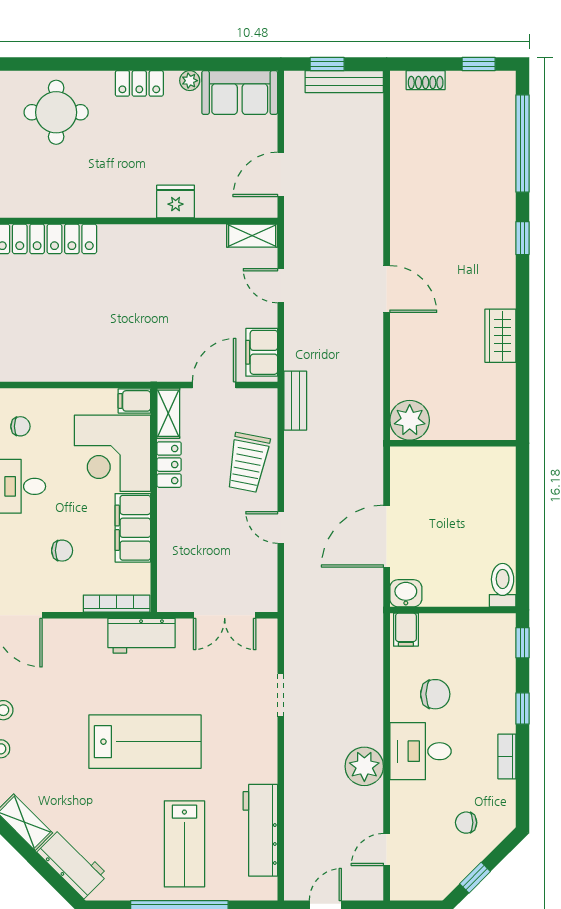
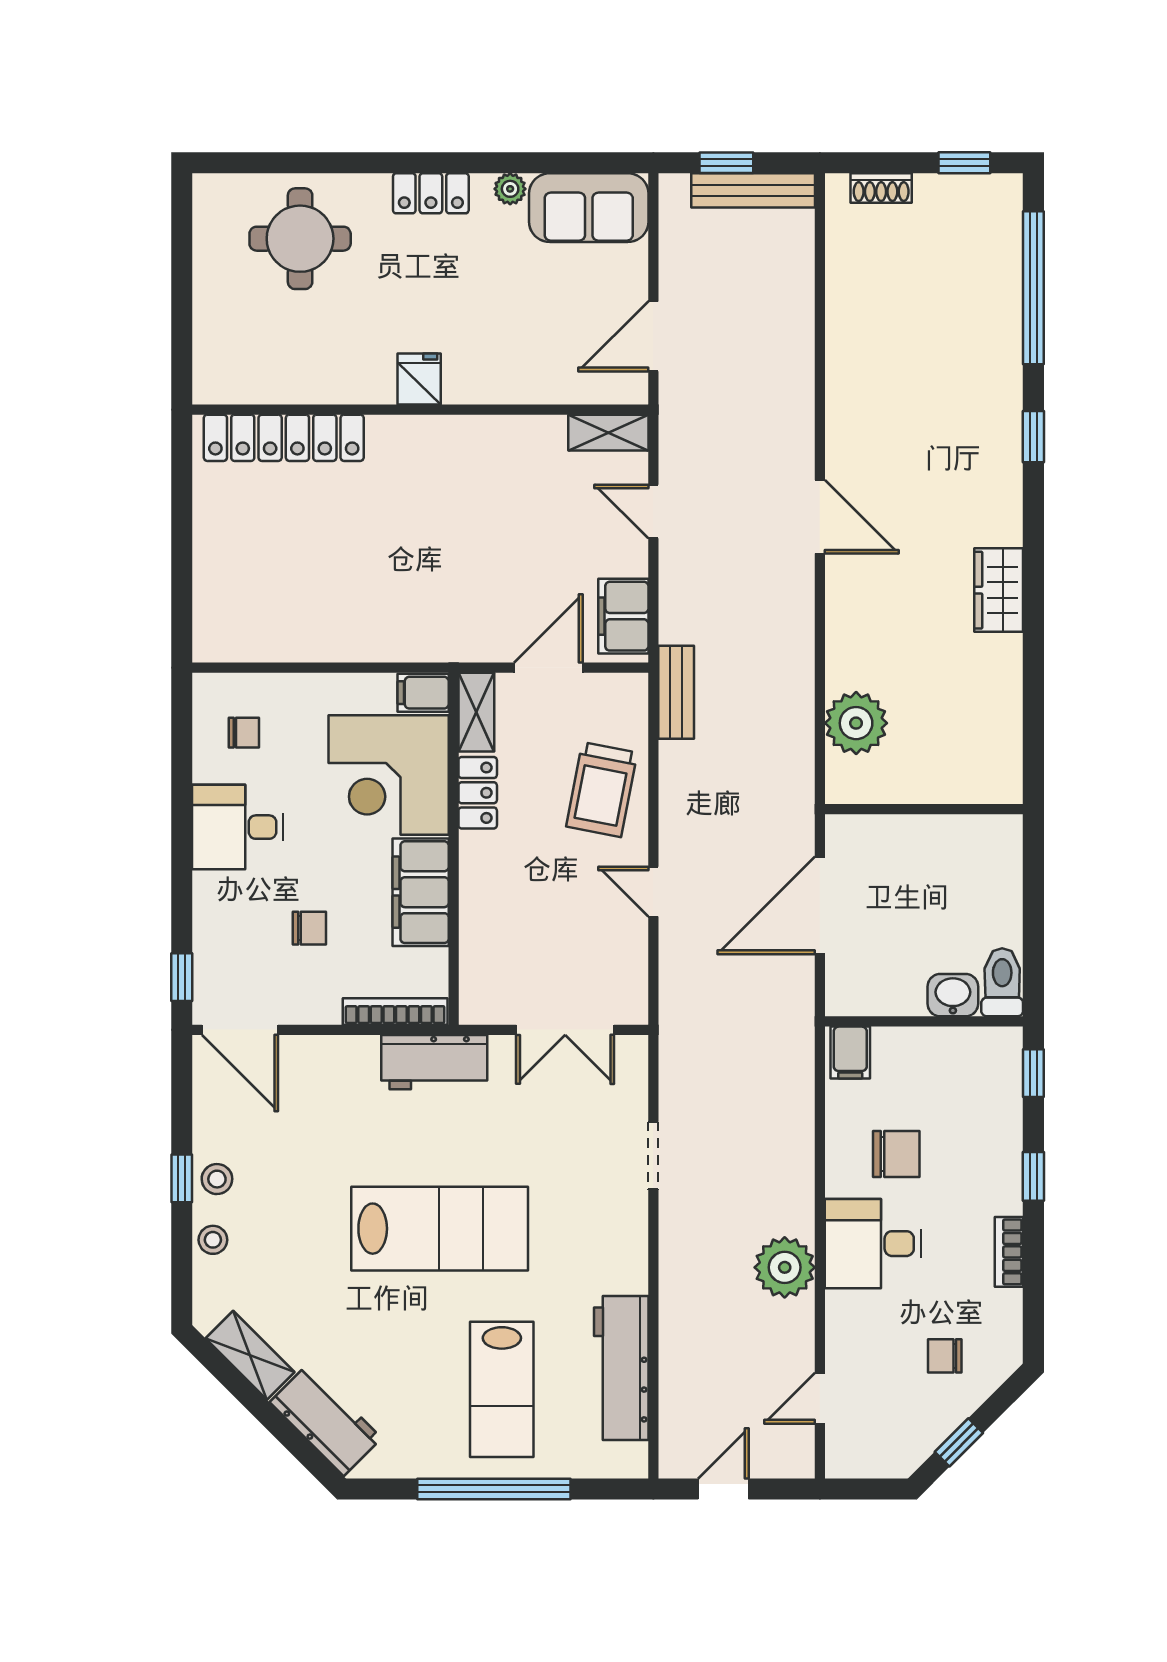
fridge: (176, 201) -> (419, 379), moved, width x0.72
wall: (453, 443) -> (924, 809), moved
washbasin: (406, 593) -> (953, 995), moved

